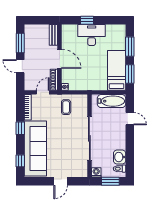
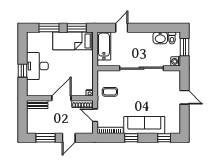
sofa: (35, 148) -> (144, 125), width x0.74, depth x0.79

